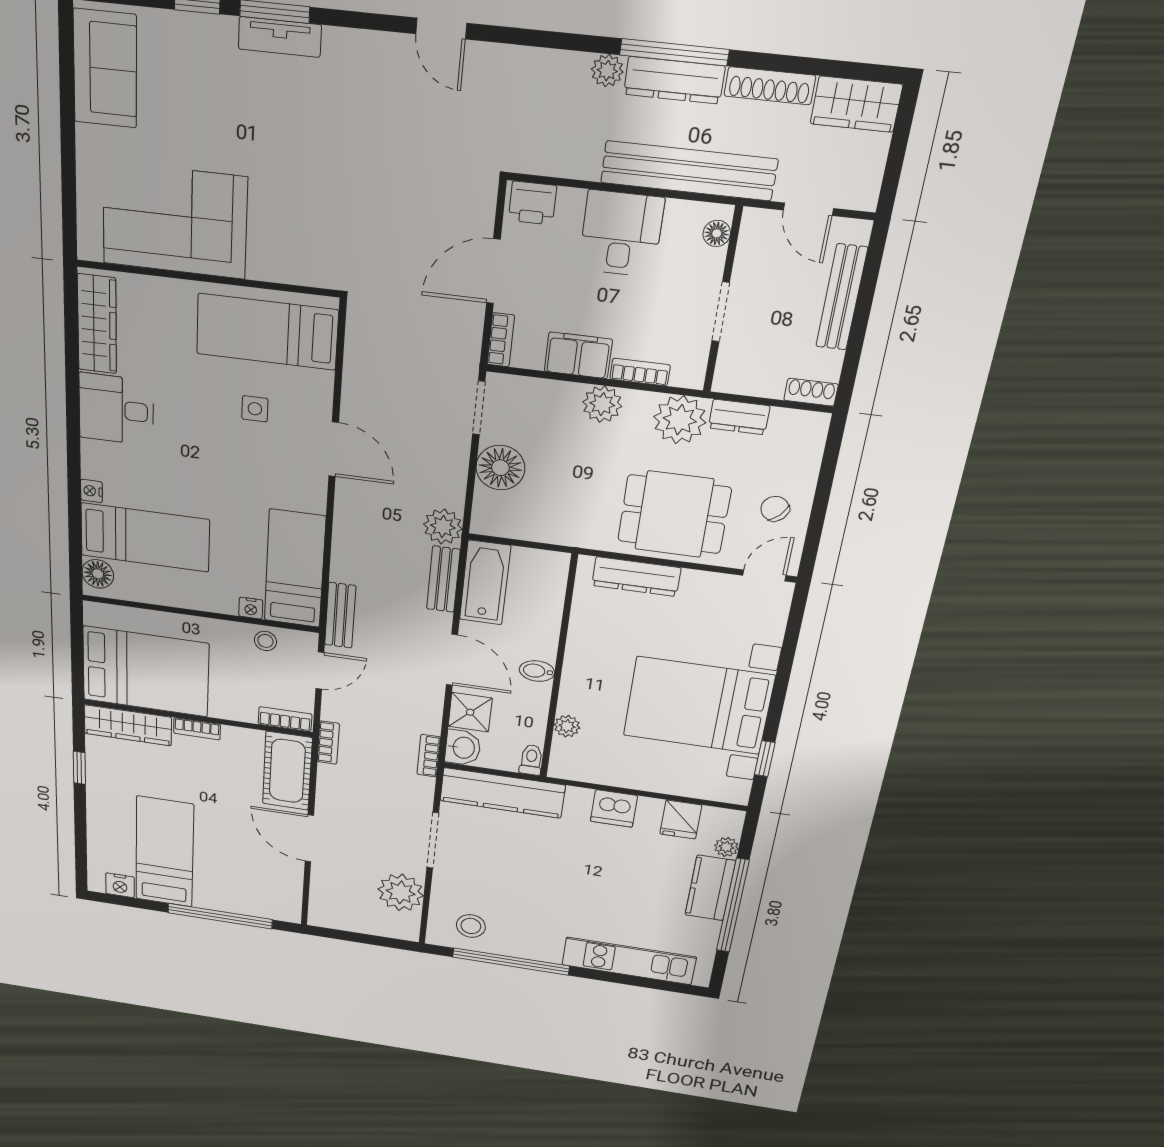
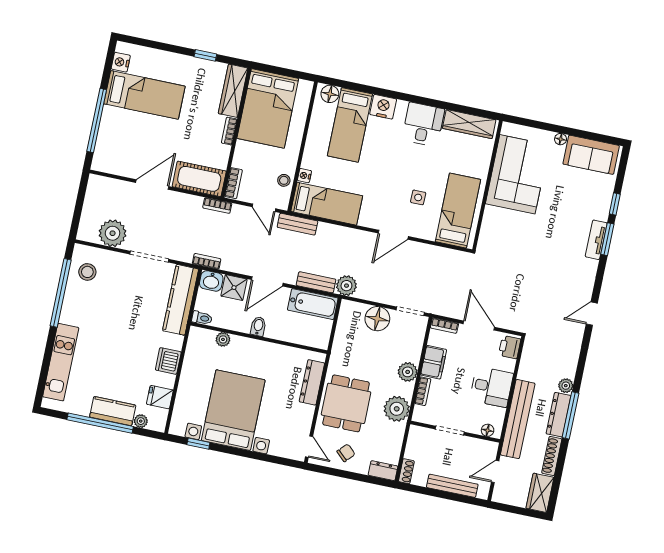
floor lamp: (87, 138) -> (561, 139), added
dresser: (739, 417) -> (383, 471), moved, turned 90
nightstand: (91, 491) -> (383, 107), width x1.89, depth x1.79

